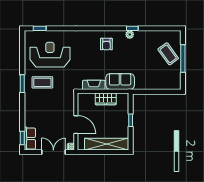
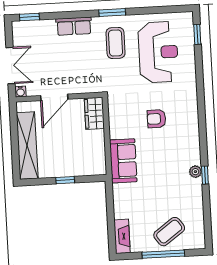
armchair: (106, 44) -> (156, 119), moved
fireplace: (94, 85) -> (122, 236), moved
wardrobe: (106, 99) -> (94, 113), moved
row of seats: (30, 139) -> (74, 26), moved

